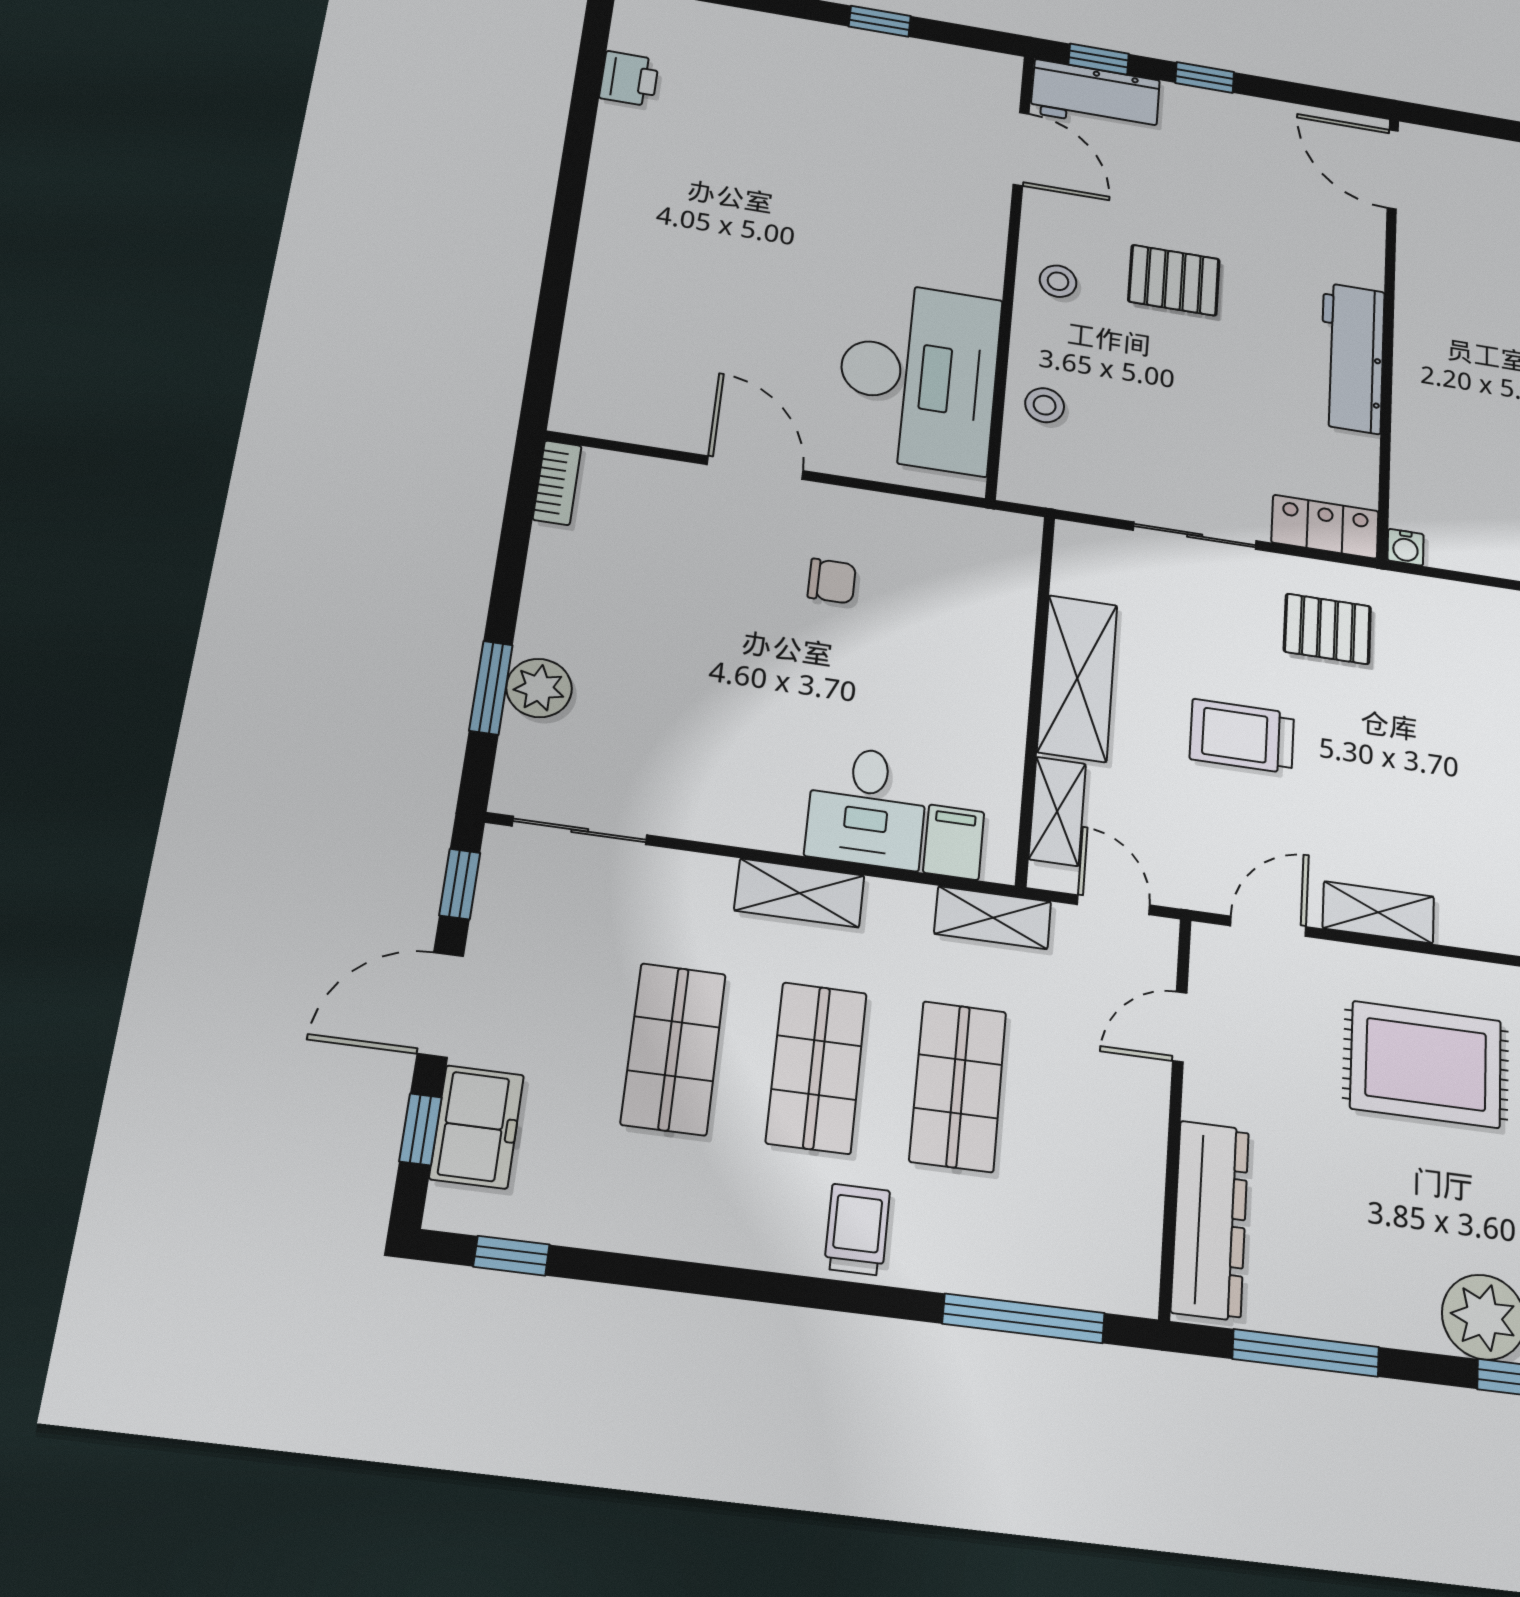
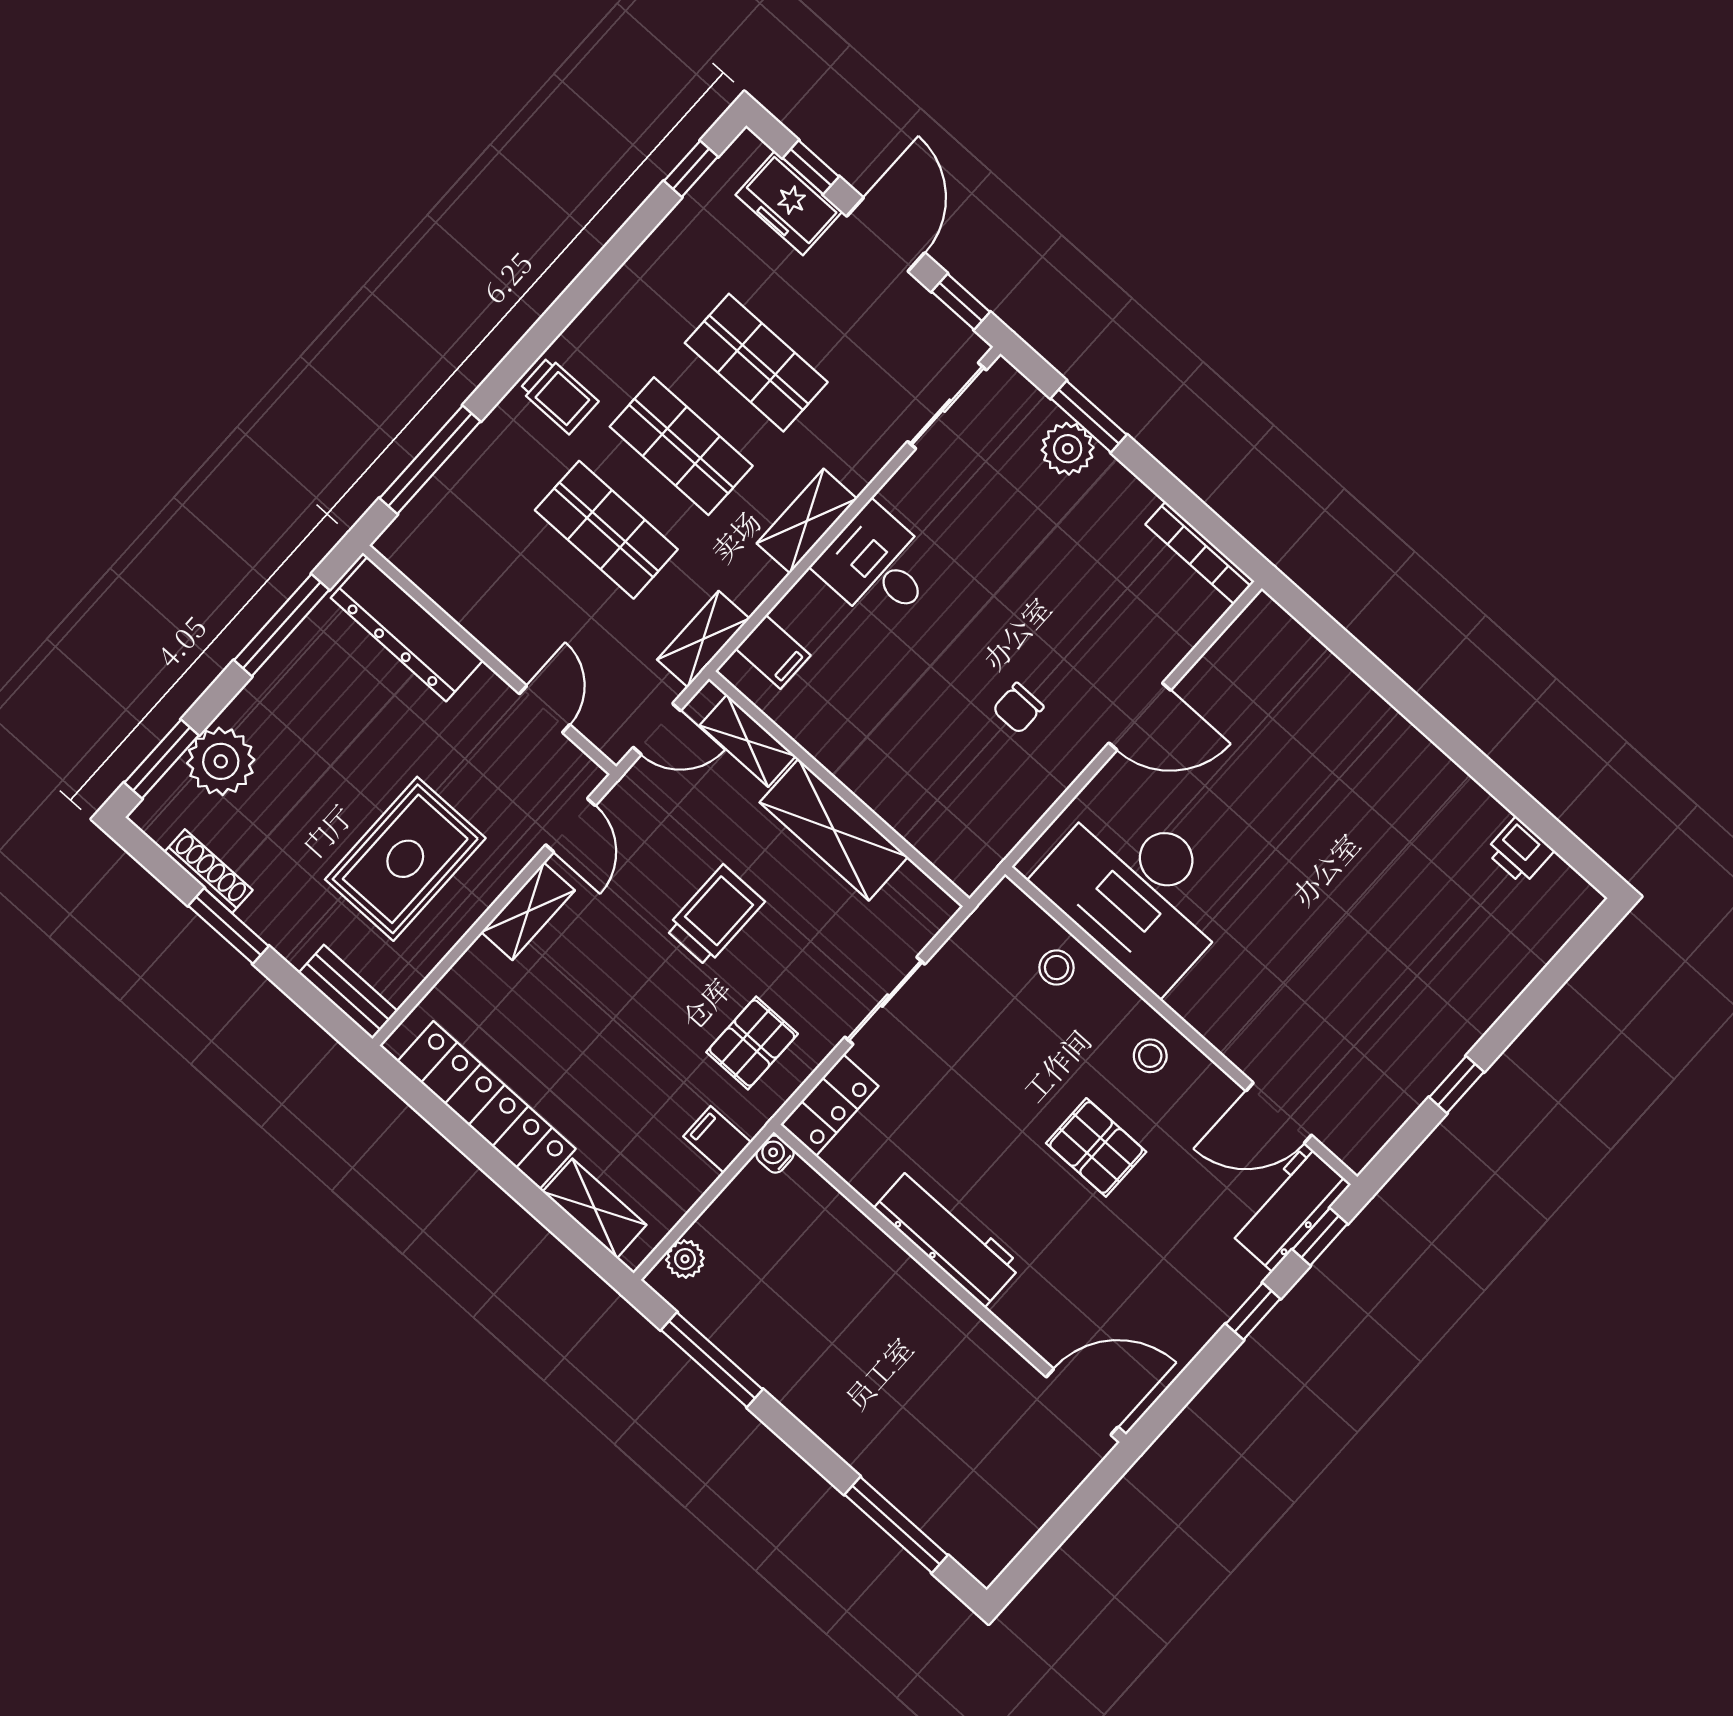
pallet: (1174, 280) -> (1096, 1147), turned 90
bookcase: (557, 483) -> (1200, 553), width x1.56
filing cabinet: (1435, 606) -> (717, 1139), added
desk: (867, 807) -> (877, 566), moved

